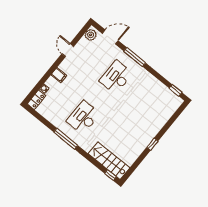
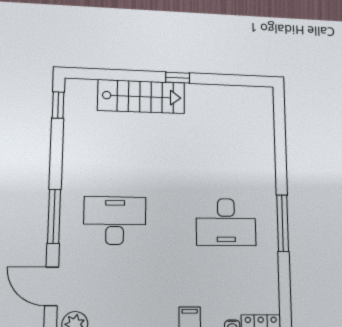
desk: (116, 77) -> (115, 221), turned 180
stairs: (109, 161) -> (141, 96), moved, turned -90
window: (110, 175) -> (279, 107), removed

